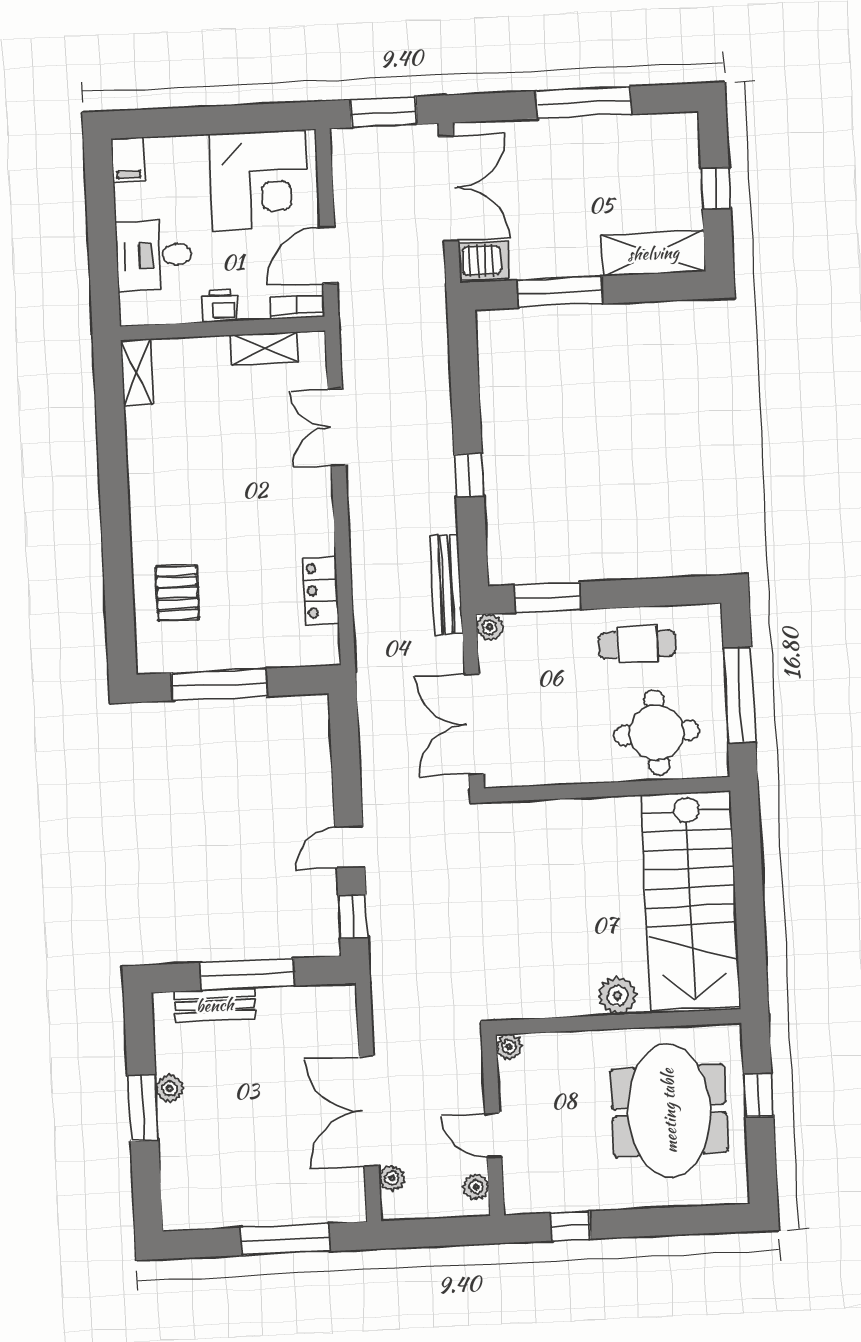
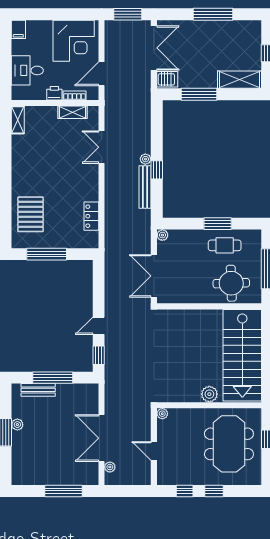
bookcase: (297, 307) -> (74, 95), moved
bench: (447, 585) -> (145, 187), moved
pallet: (177, 593) -> (31, 214), width x1.50, depth x1.42
window: (547, 597) -> (218, 224), moved
plant: (476, 1187) -> (145, 159), moved
window: (639, 1223) -> (214, 491), added

